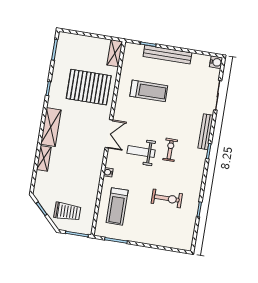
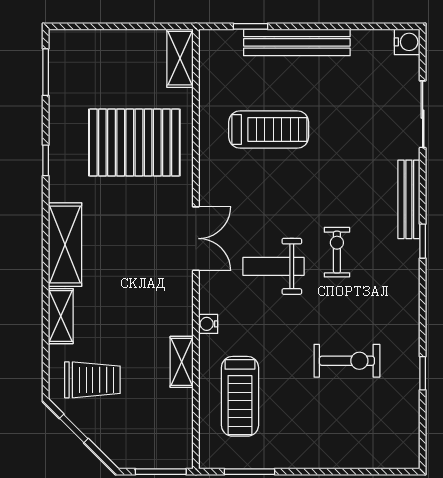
shelving: (94, 187) -> (182, 362), added
trolley: (67, 212) -> (92, 380), moved

